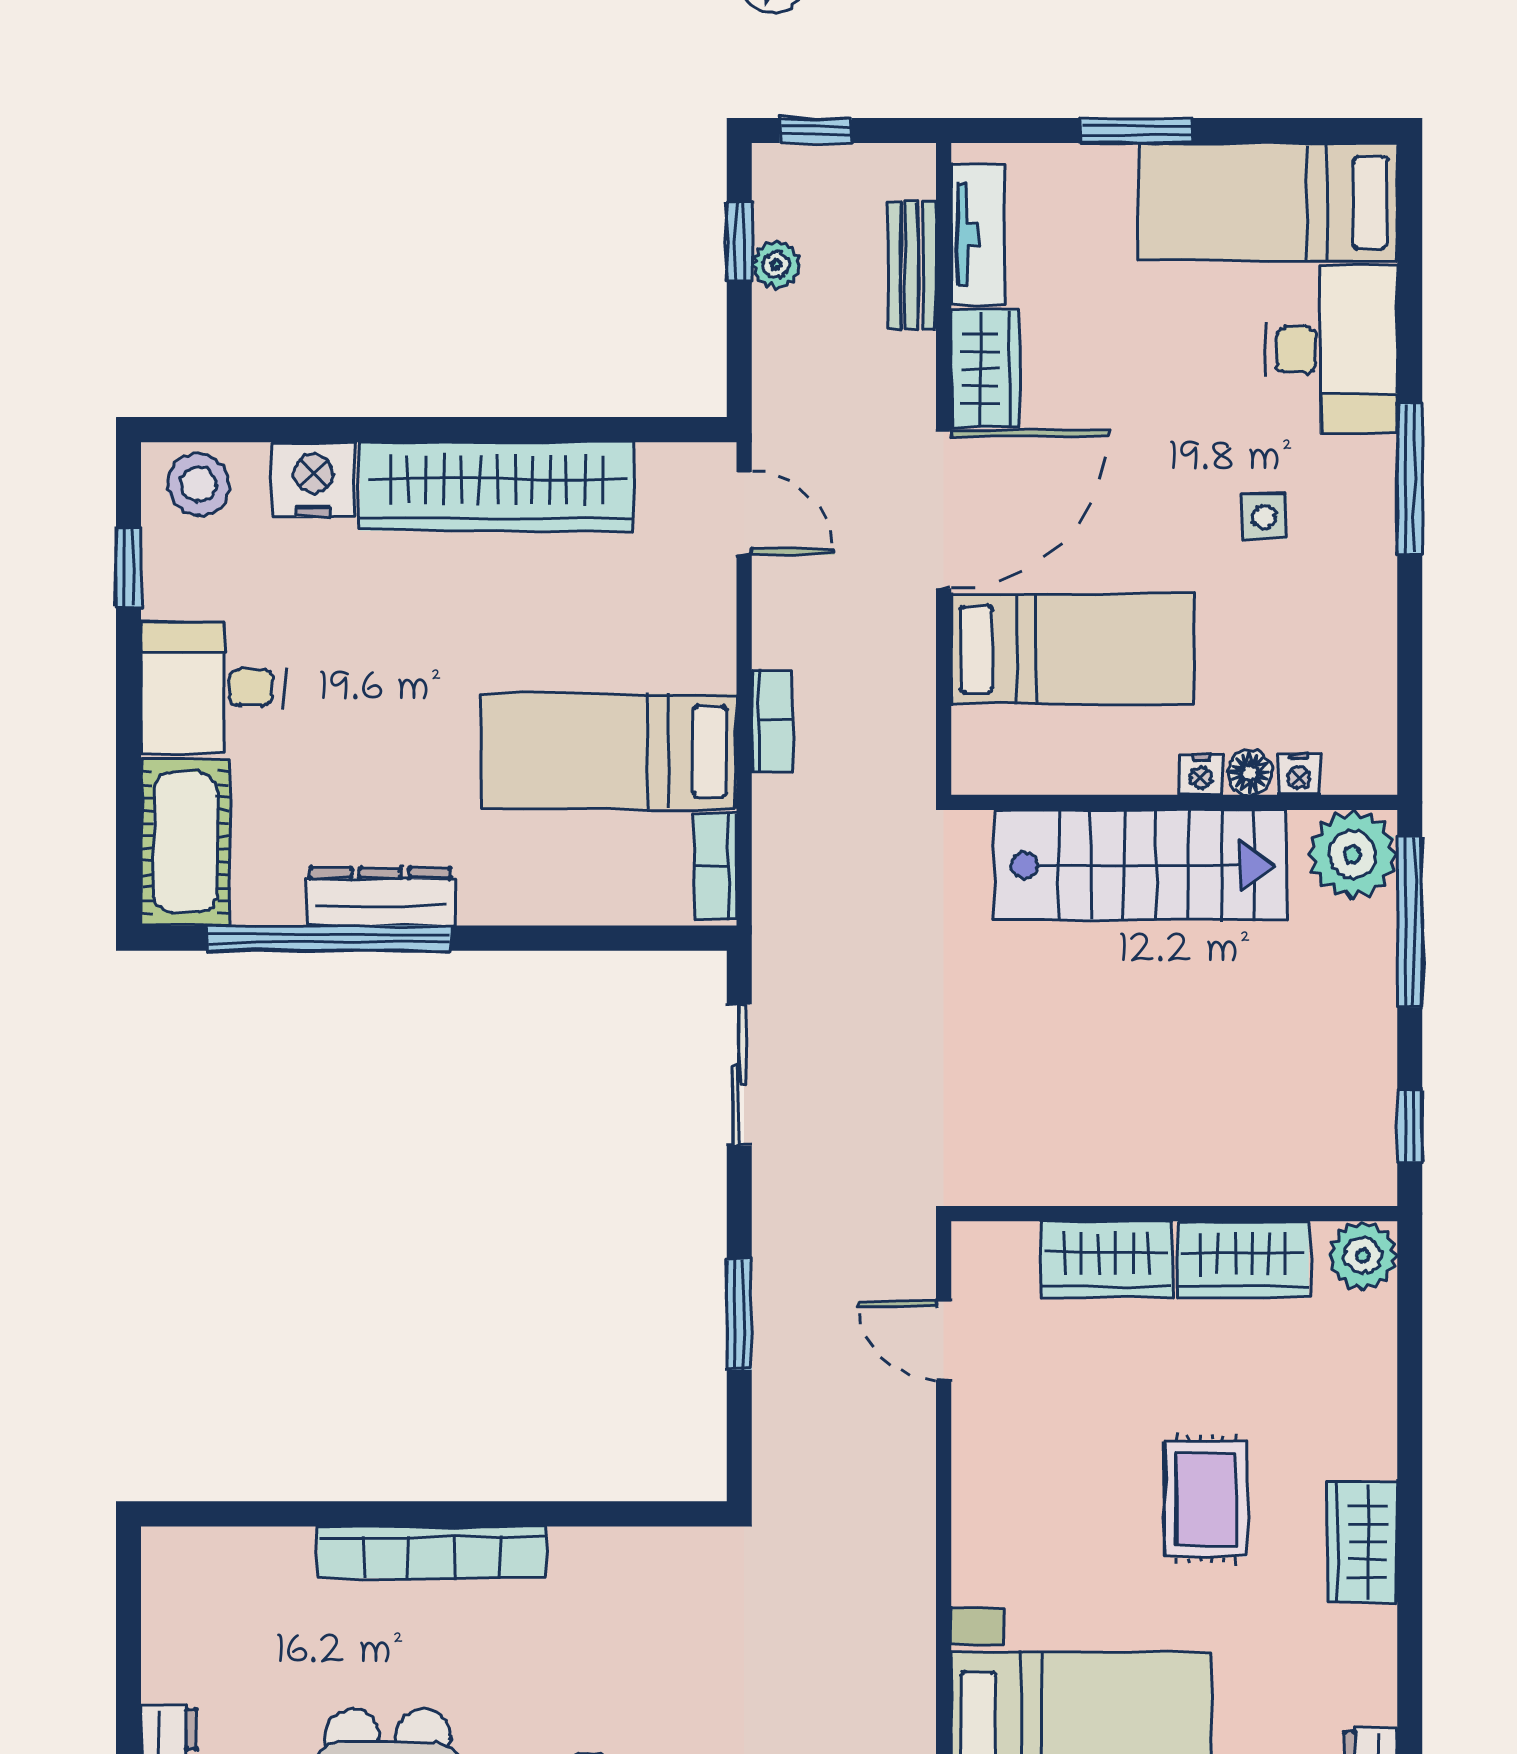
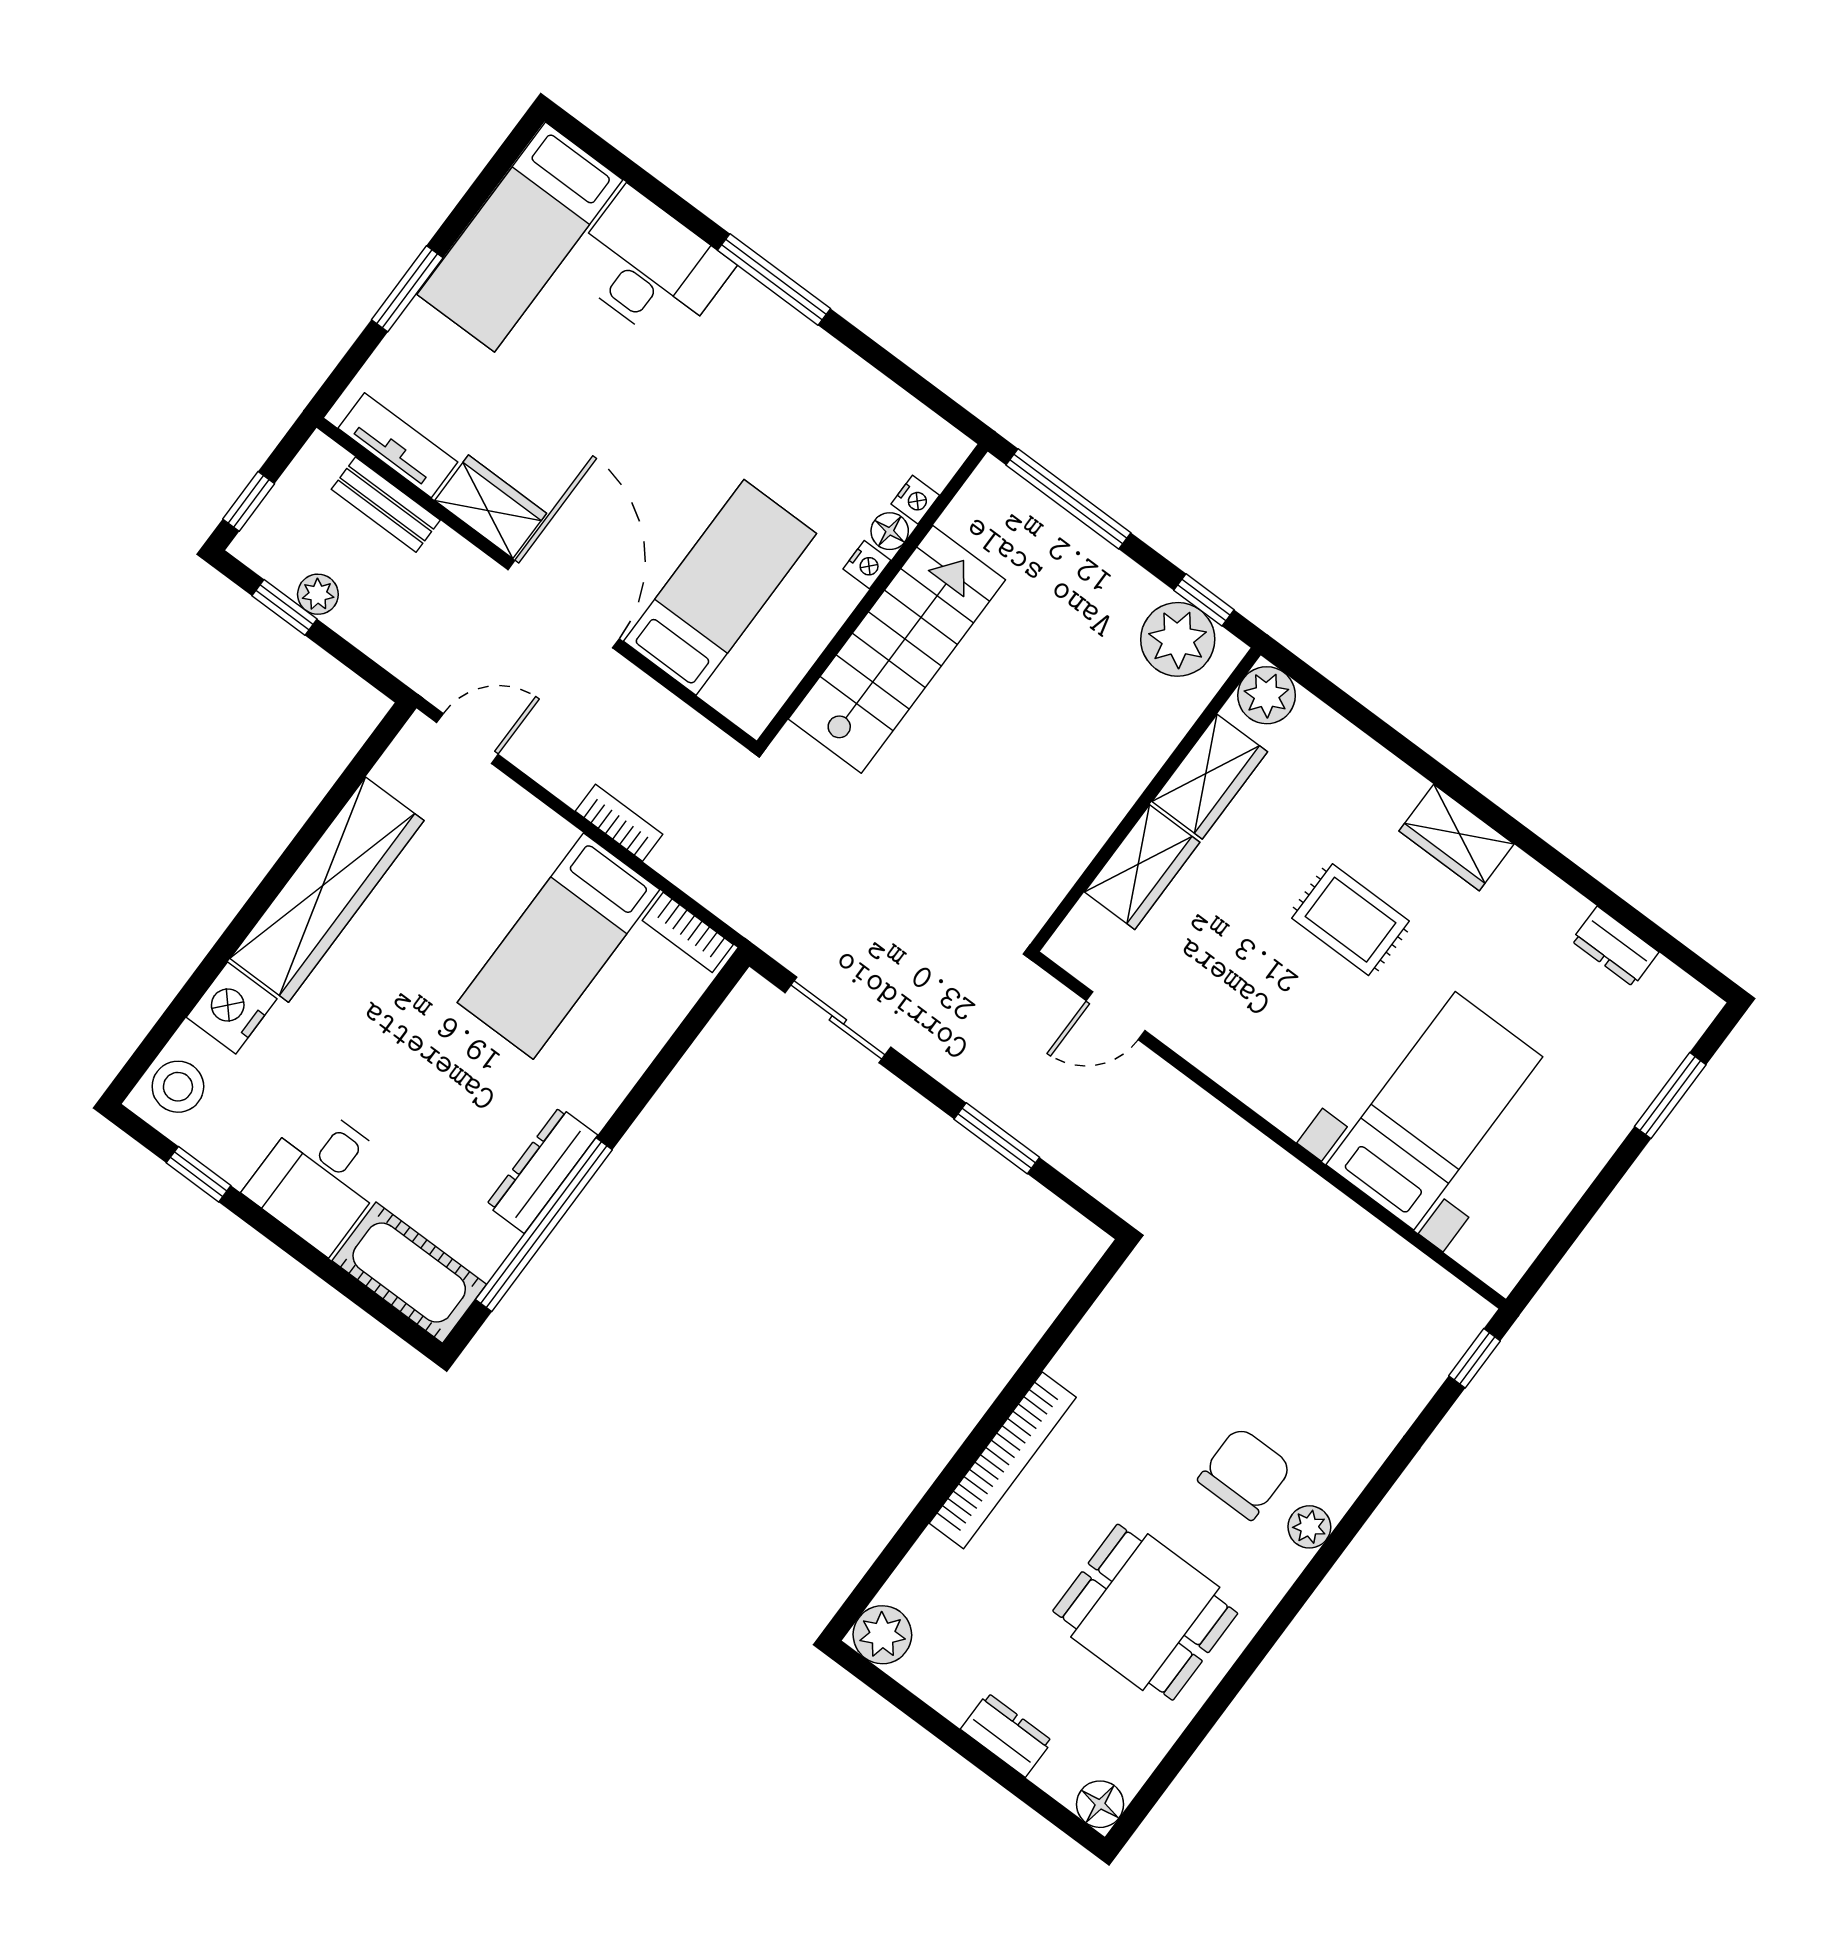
side table: (1264, 516) -> (727, 395), removed
plant: (1353, 854) -> (1178, 639), moved
plant: (176, 1562) -> (882, 1635), added

